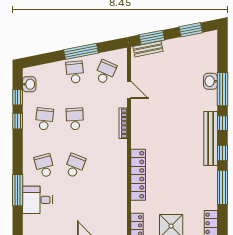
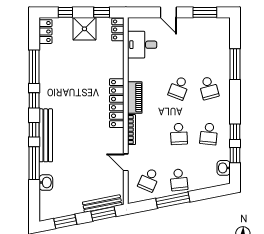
bench: (148, 49) -> (102, 204), width x1.36
washbasin: (211, 81) -> (46, 183), moved
bench: (211, 139) -> (46, 135), moved
piano: (120, 156) -> (135, 98), added
locker: (138, 175) -> (117, 103), moved
desk: (38, 200) -> (142, 45), moved, turned 180

